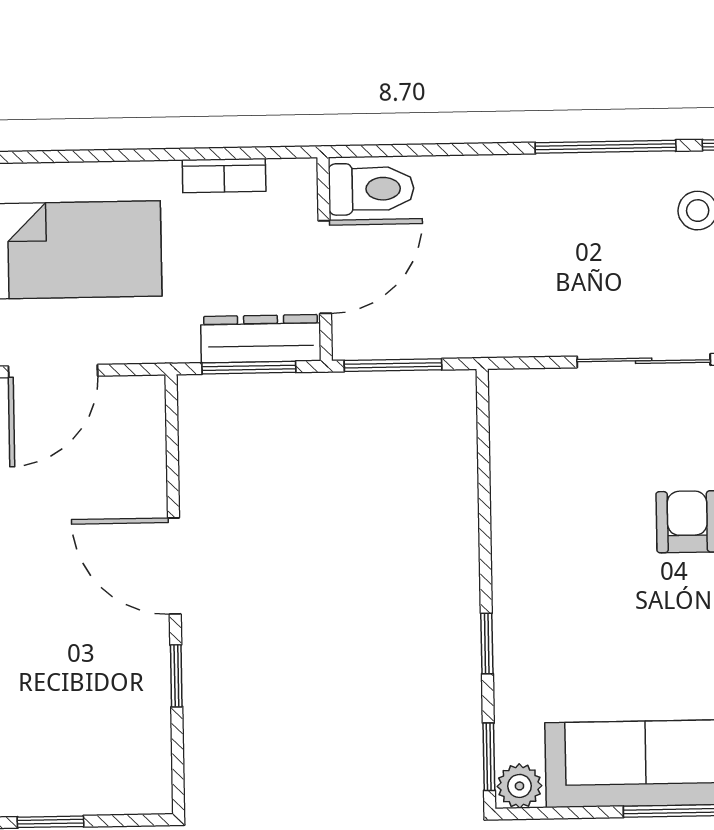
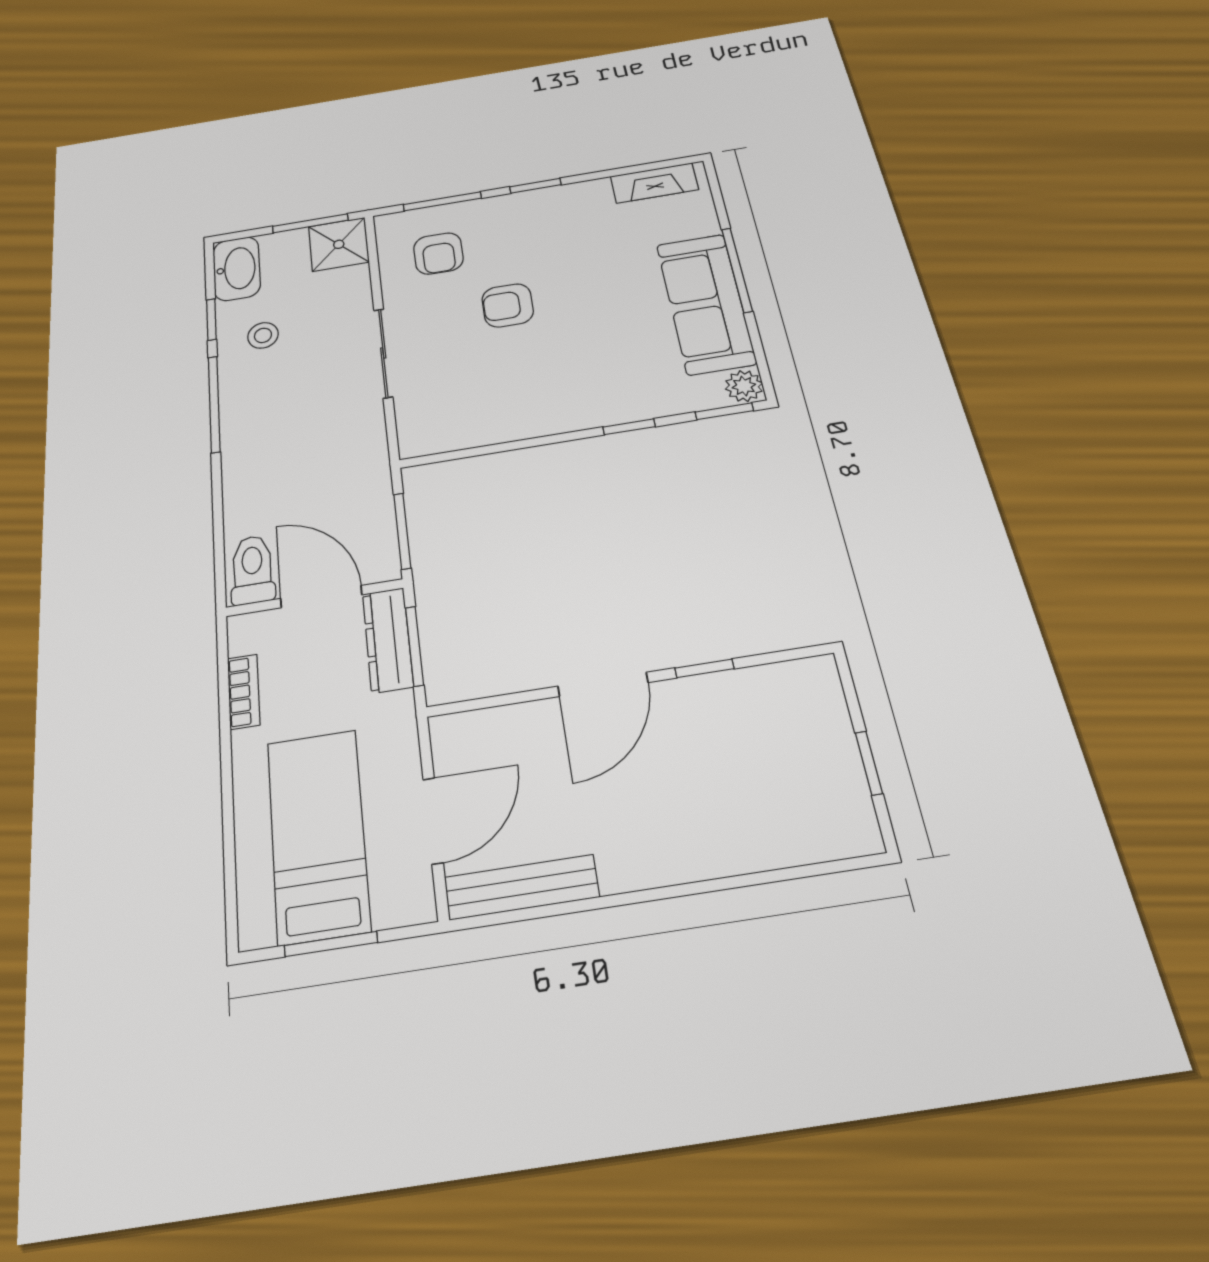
door: (53, 371) -> (433, 821), hinge flipped

